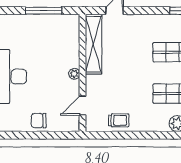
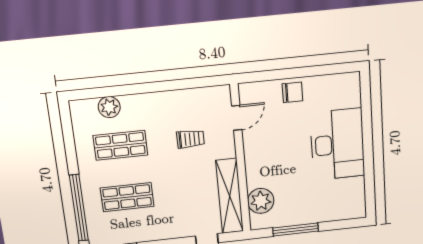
plant: (74, 74) -> (261, 201), moved, width x1.87, depth x1.87
trolley: (119, 120) -> (190, 139), moved, turned 180

